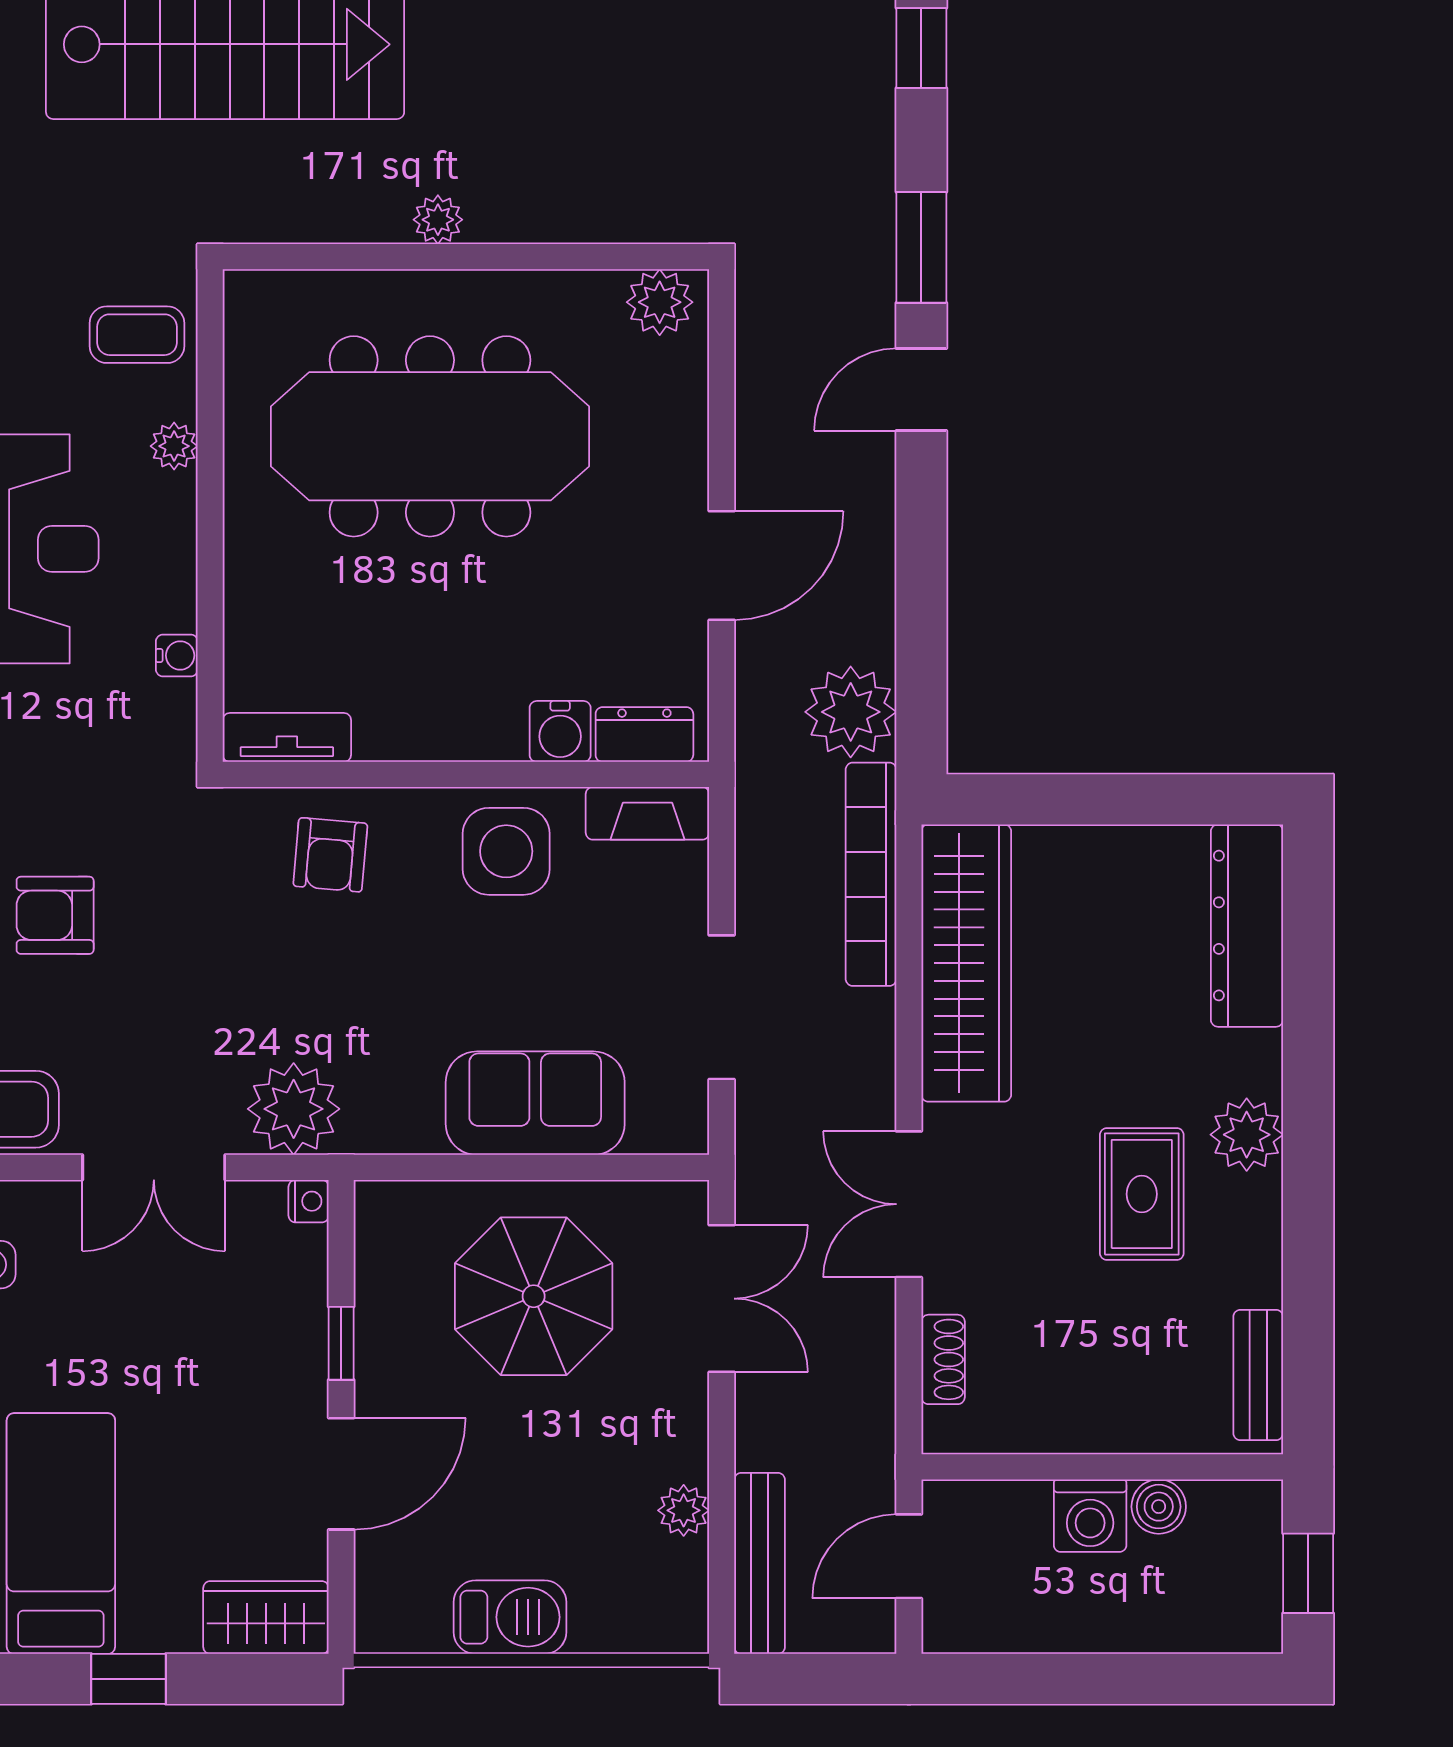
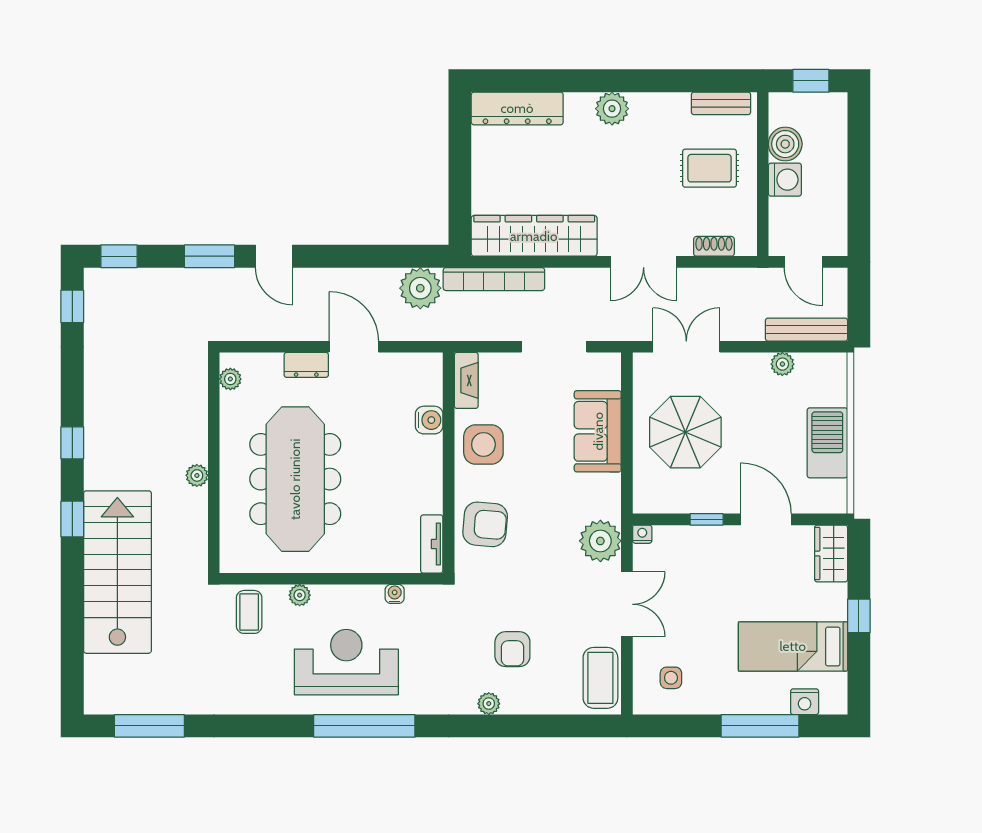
plant: (660, 302) -> (230, 379), width x0.73, depth x0.73
dresser: (644, 734) -> (306, 365), moved, turned -90
armchair: (330, 855) -> (485, 524), width x1.38, depth x1.38
rug: (1142, 1194) -> (710, 168), moved
boiler: (1159, 1507) -> (785, 144), width x1.36, depth x1.36
barbecue: (510, 1617) -> (827, 443), width x1.37, depth x1.21

